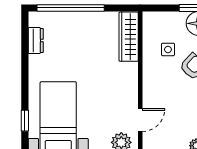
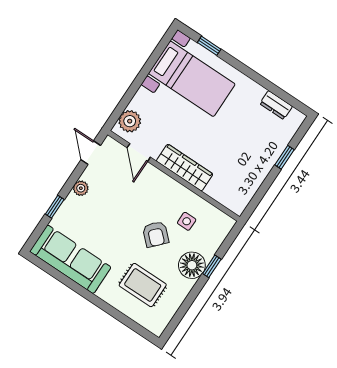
window: (71, 8) -> (285, 157), width x0.32
wardrobe: (129, 37) -> (185, 168), moved

